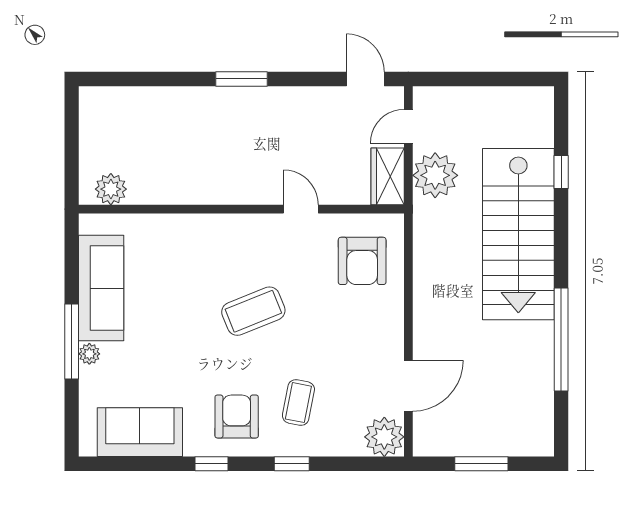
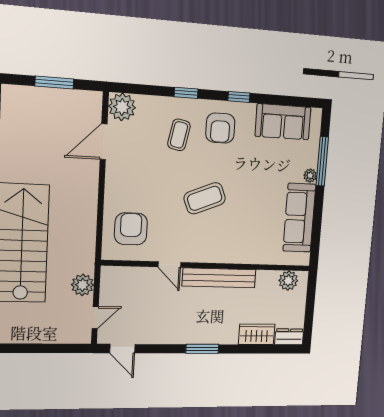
dresser: (102, 99) -> (289, 337), added
plant: (435, 175) -> (83, 285), width x0.73, depth x0.73
wardrobe: (388, 176) -> (257, 334), moved, turned -90
bench: (222, 191) -> (219, 278), added
window: (72, 342) -> (322, 161), moved

